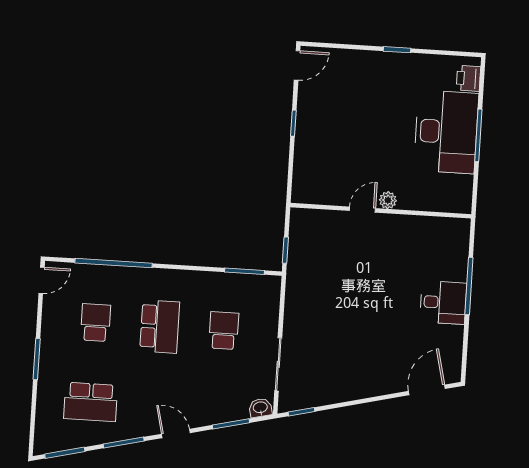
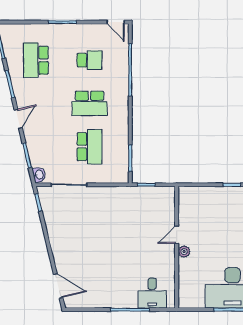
door: (362, 210) -> (177, 235), swing flipped
desk: (443, 302) -> (152, 293), moved
school desk: (224, 331) -> (89, 147), width x1.85

